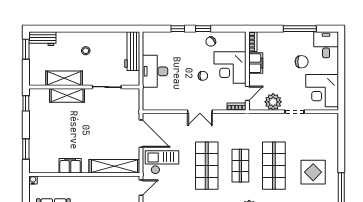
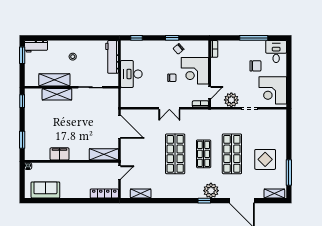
window: (178, 29) -> (137, 38), moved
filing cabinet: (256, 63) -> (217, 67), removed
checkout: (162, 162) -> (137, 151), removed
shelving: (114, 166) -> (104, 154), width x0.68

